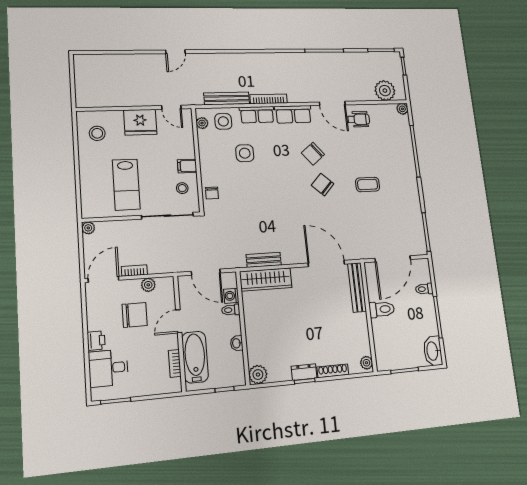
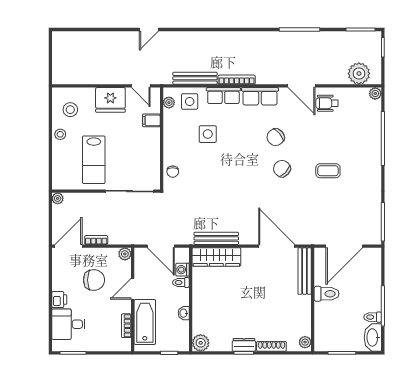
wheelchair: (359, 119) -> (327, 103), turned 180
filing cabinet: (187, 166) -> (151, 120), moved
stool: (182, 188) -> (60, 134), moved
bench: (264, 260) -> (216, 238), width x1.36
plant: (148, 285) -> (125, 254), moved
toilet: (424, 289) -> (373, 317), moved

